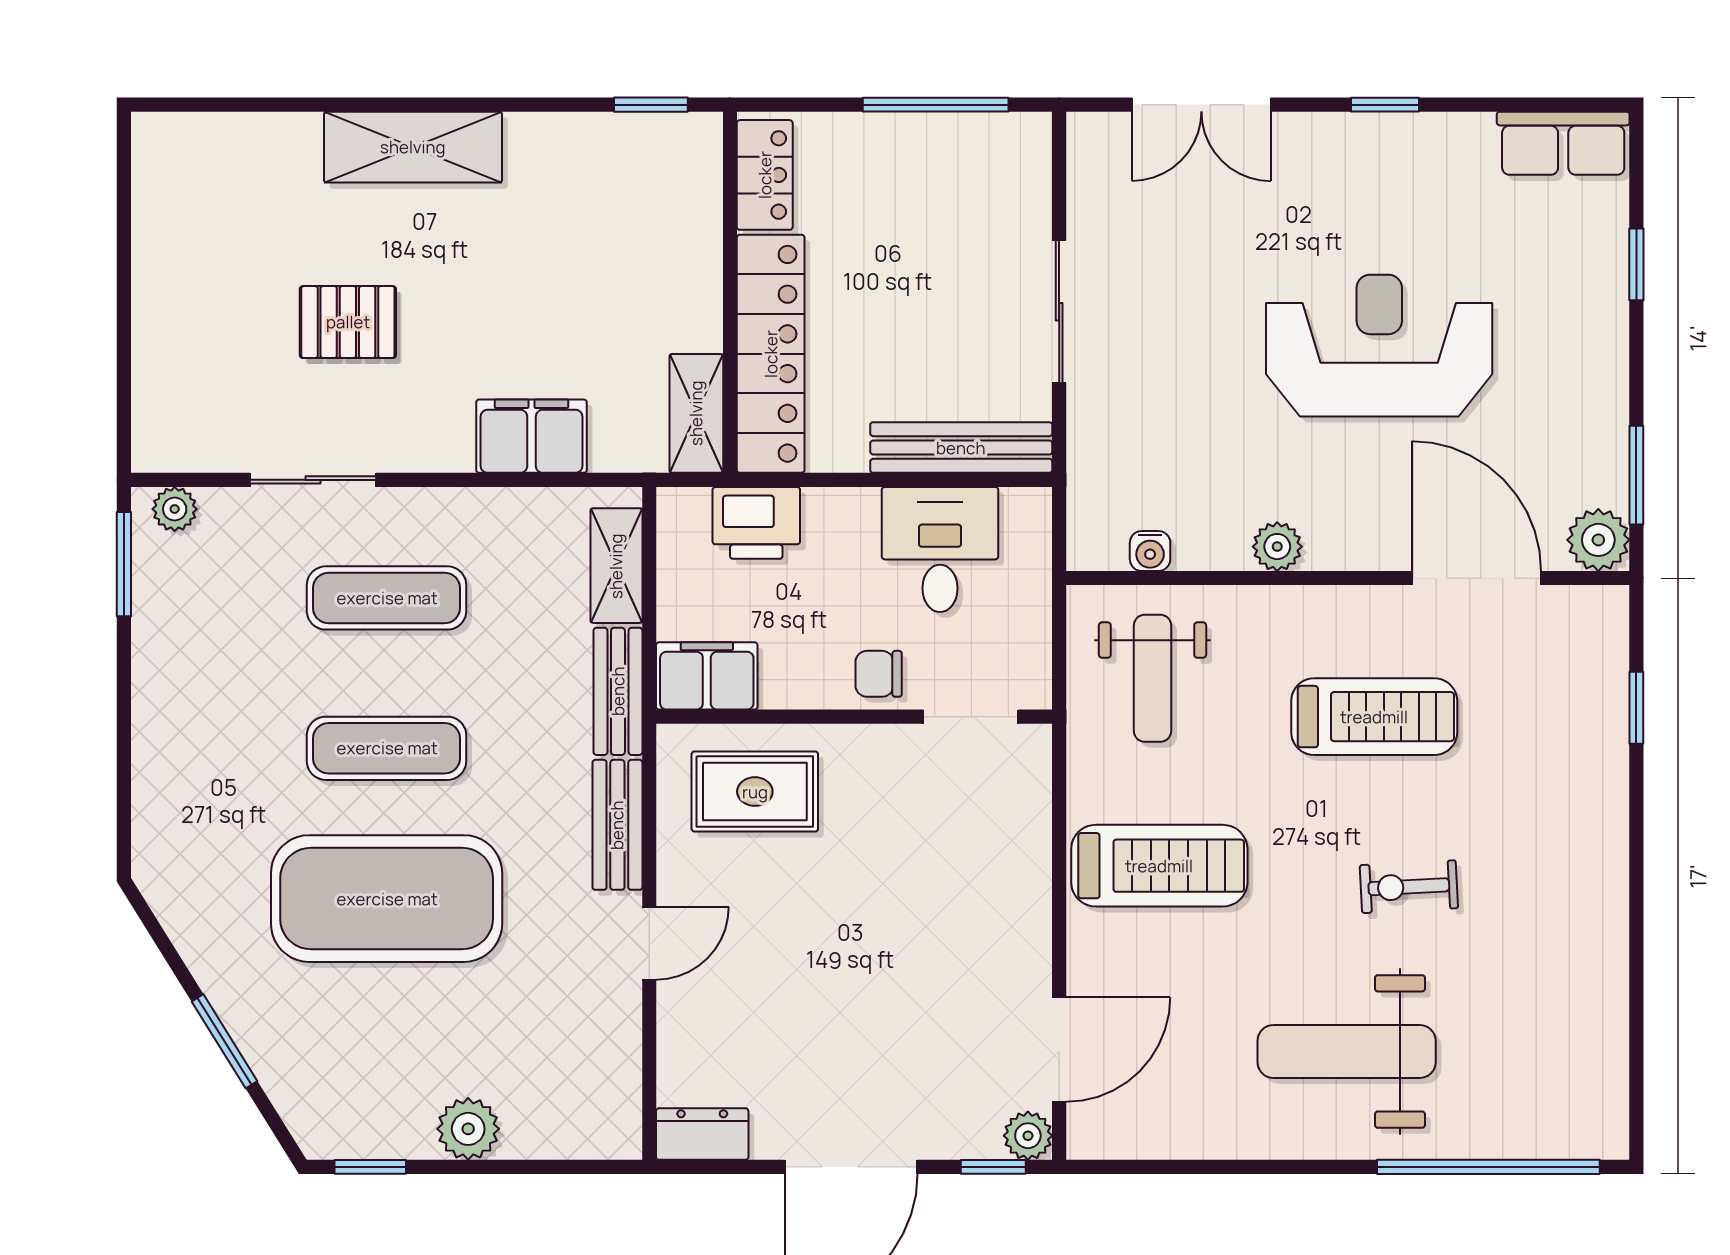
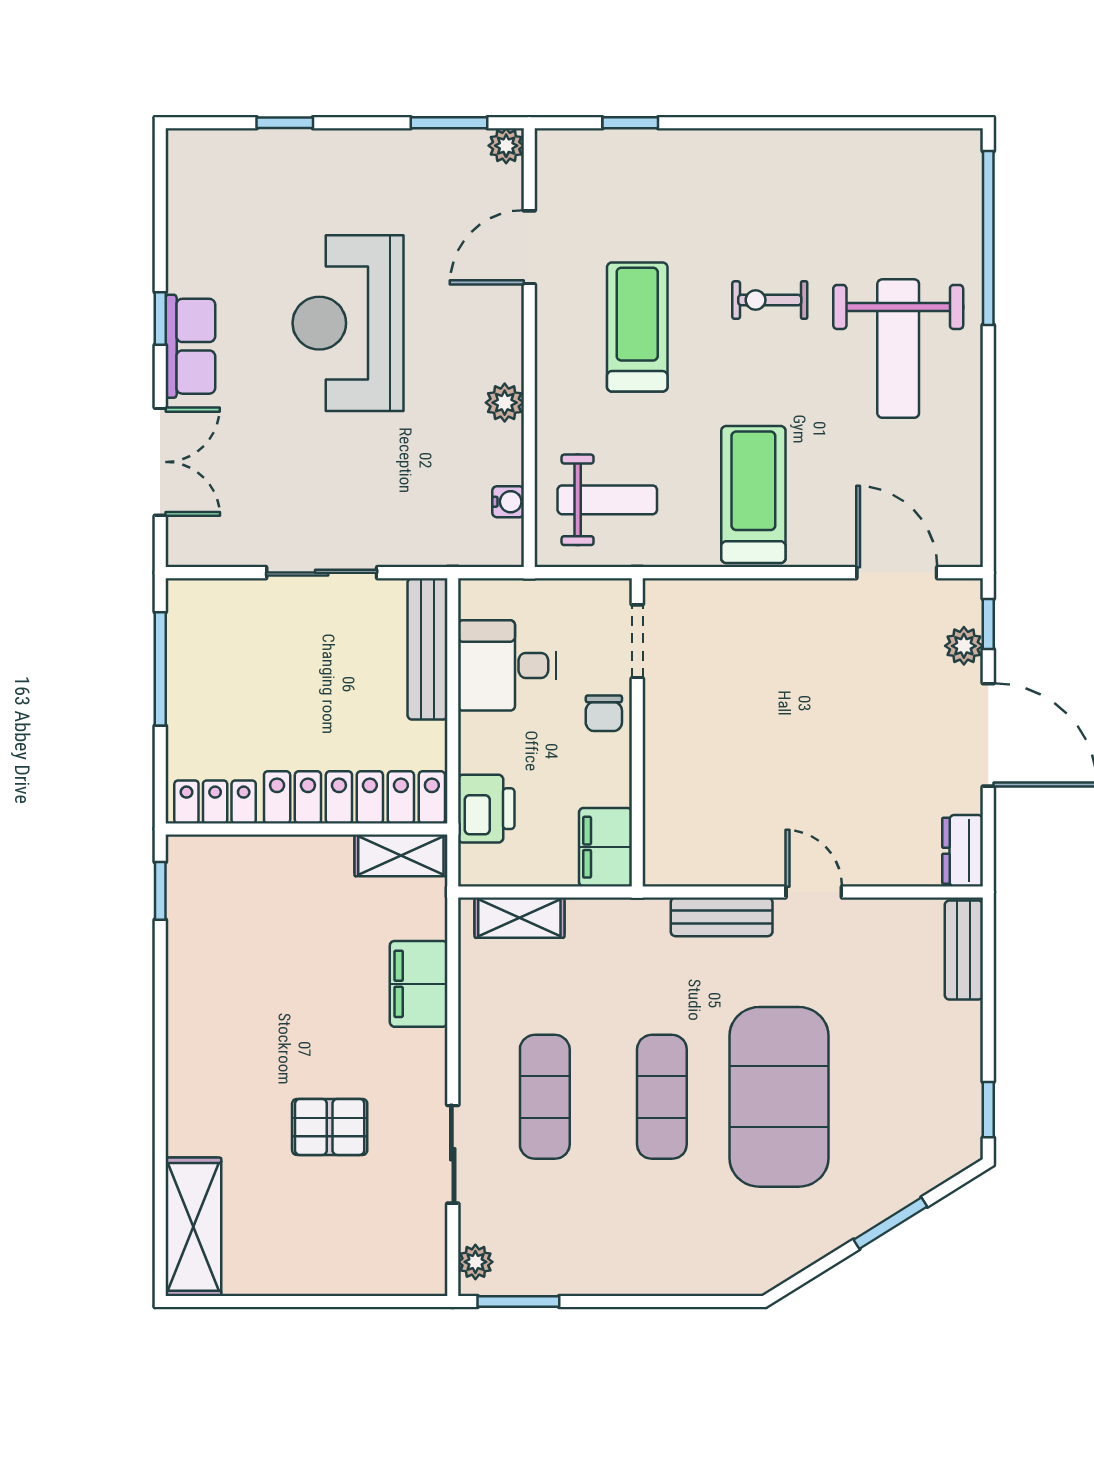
row of seats: (1563, 143) -> (190, 346), moved
shelving: (413, 147) -> (193, 1227), moved
pallet: (348, 322) -> (330, 1127), turned 90
plant: (1598, 540) -> (506, 146), width x0.73, depth x0.73
door: (1476, 578) -> (529, 247), width x0.73
bench: (618, 691) -> (964, 950), moved, turned 90
rug: (755, 792) -> (696, 810), removed
exercise bike: (1409, 887) -> (770, 300), turned 93
plant: (468, 1129) -> (959, 1033), removed
plant: (1028, 1136) -> (964, 646), moved

